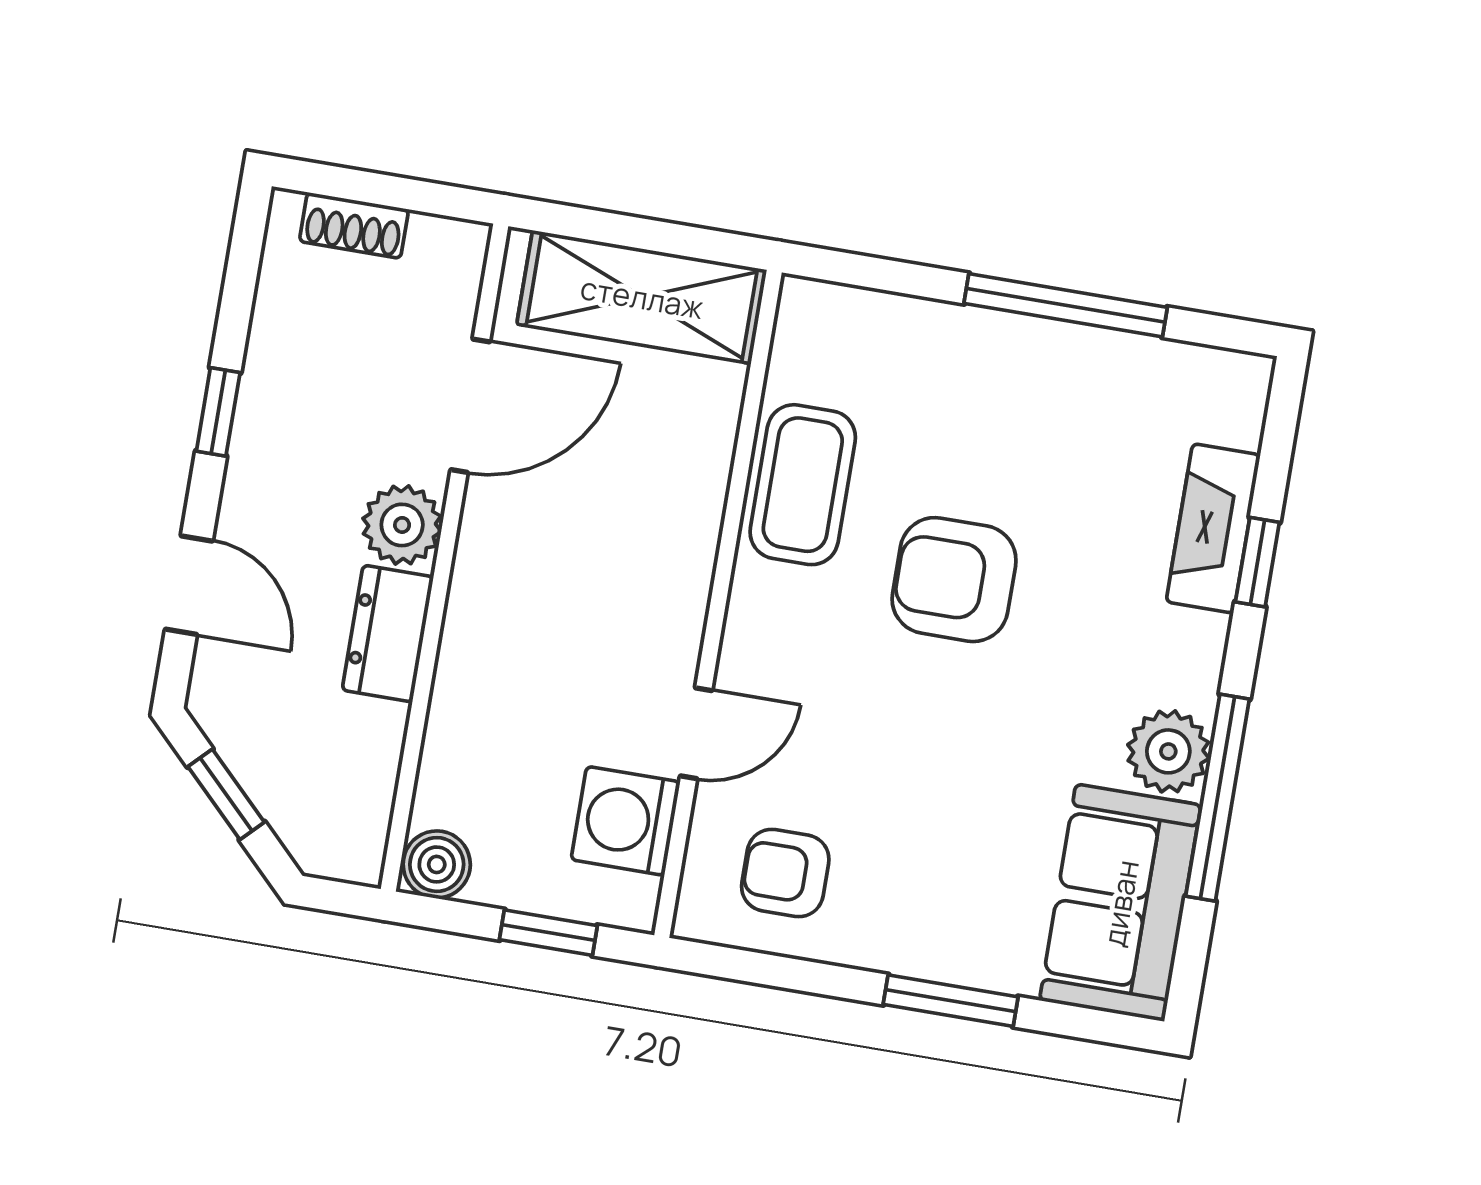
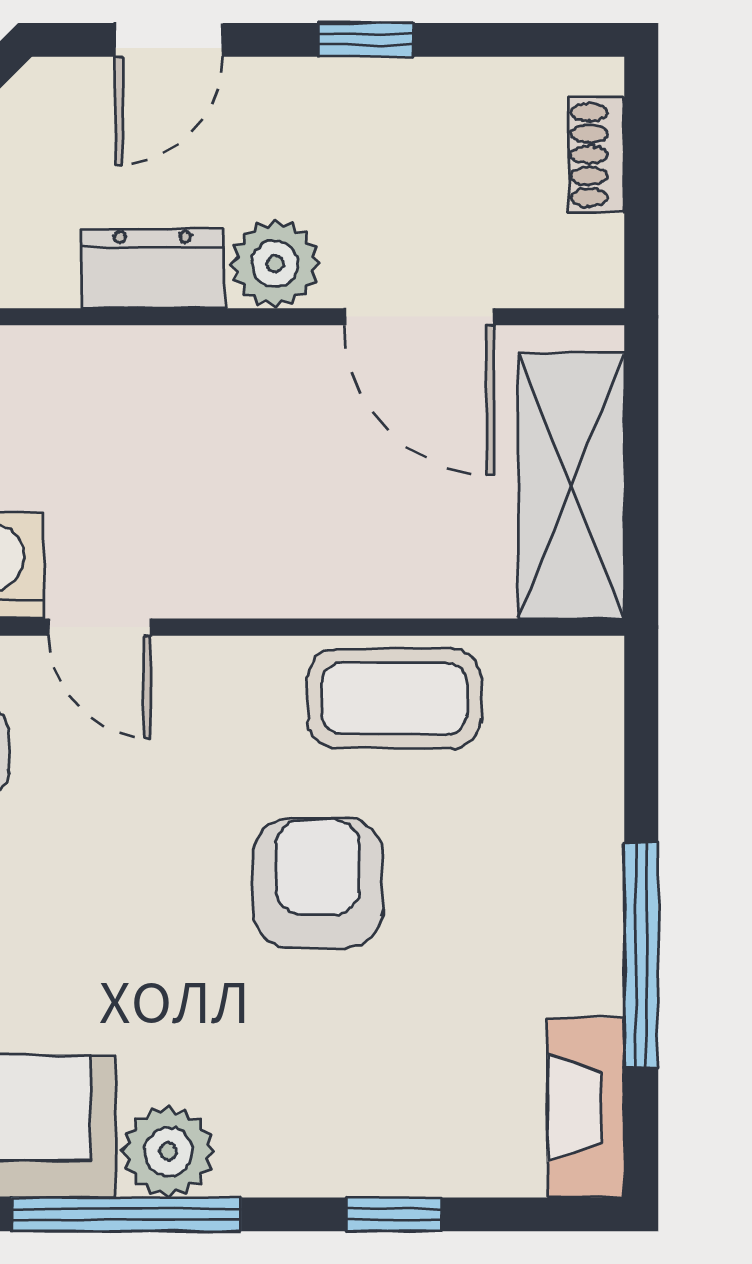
fireplace: (1213, 528) -> (586, 1108), moved, turned -90

